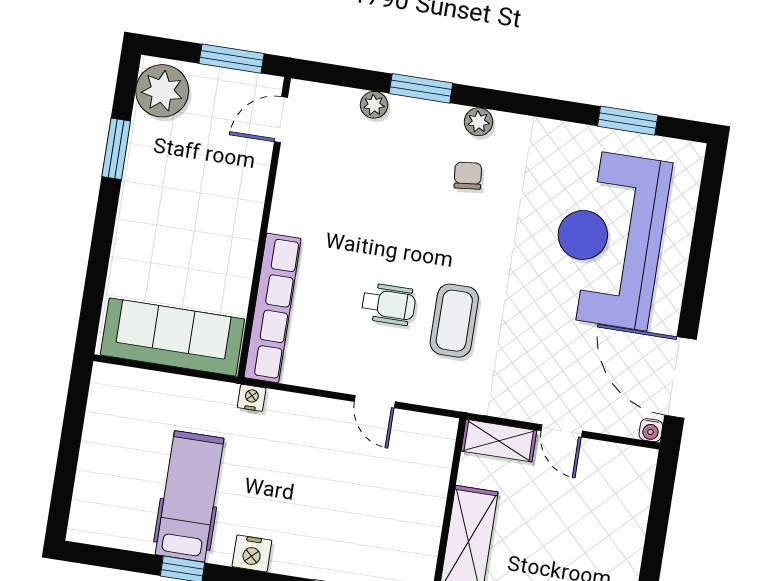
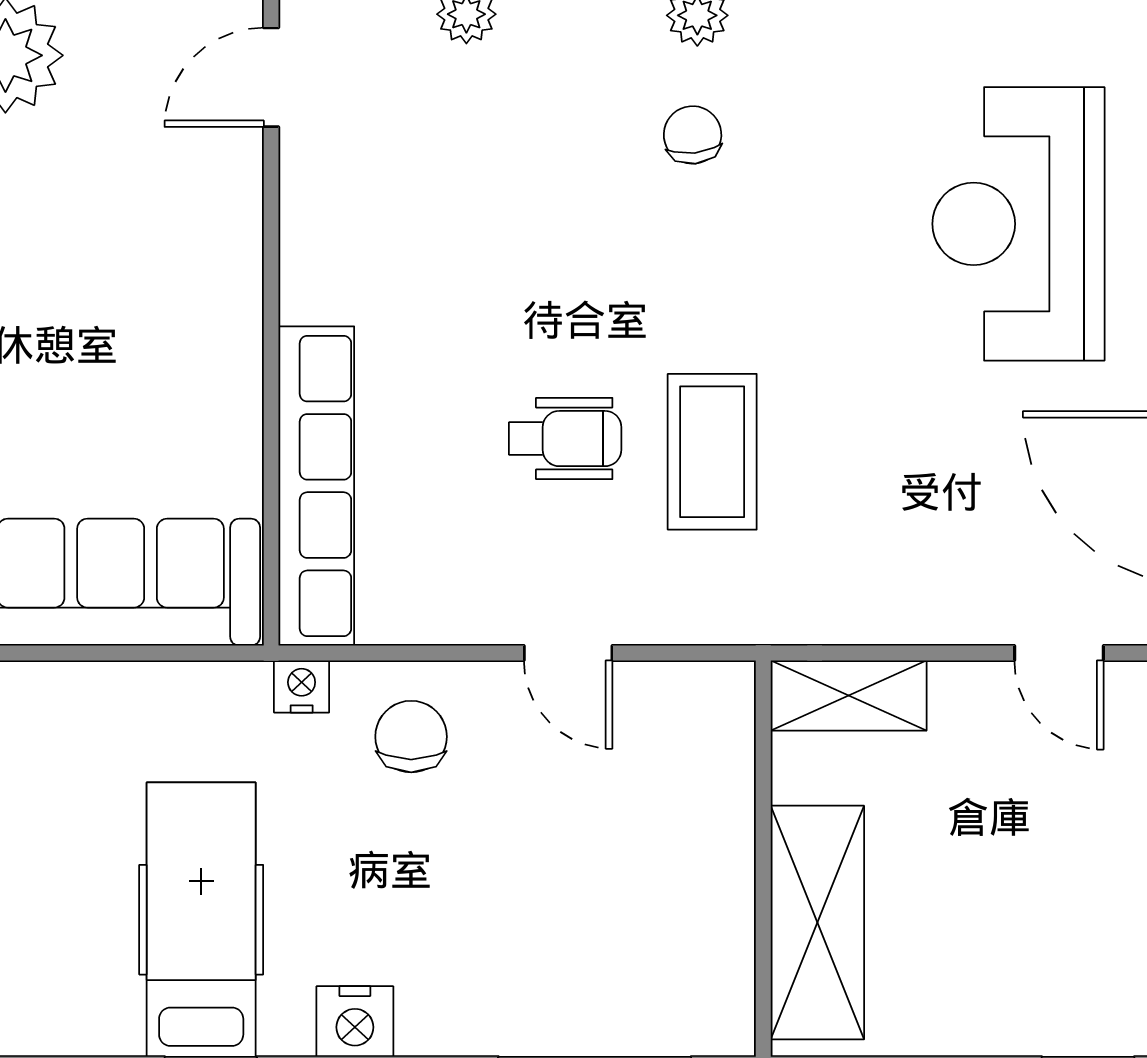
reception desk: (609, 239) -> (1018, 224), width x0.74, depth x0.77
chair: (298, 428) -> (411, 737), added
door: (562, 431) -> (1059, 653), moved

